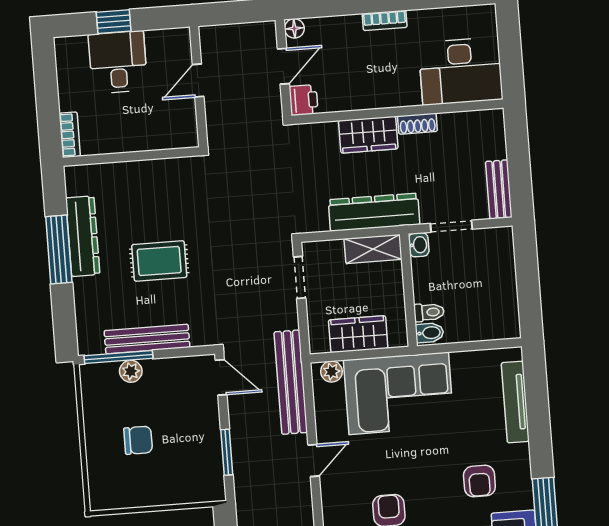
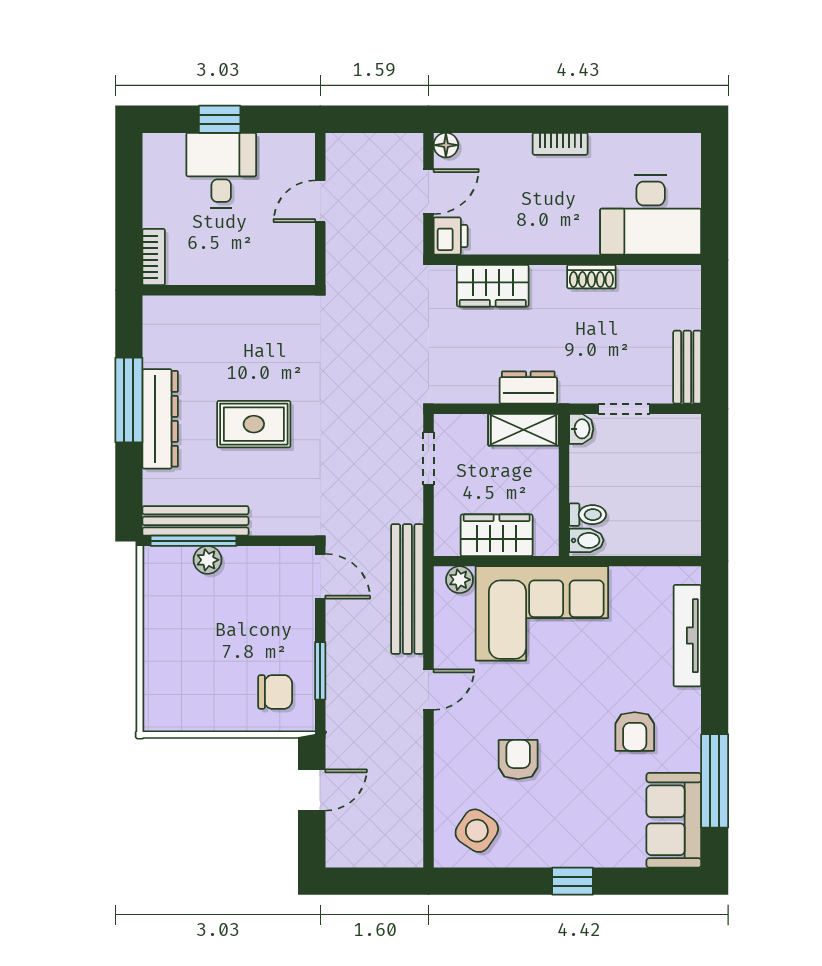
wardrobe: (368, 135) -> (493, 286), moved
dresser: (374, 212) -> (528, 388), width x0.51, depth x0.80
dresser: (83, 236) -> (160, 419), moved
bench: (147, 339) -> (195, 521), moved
chair: (138, 440) -> (275, 692), moved

